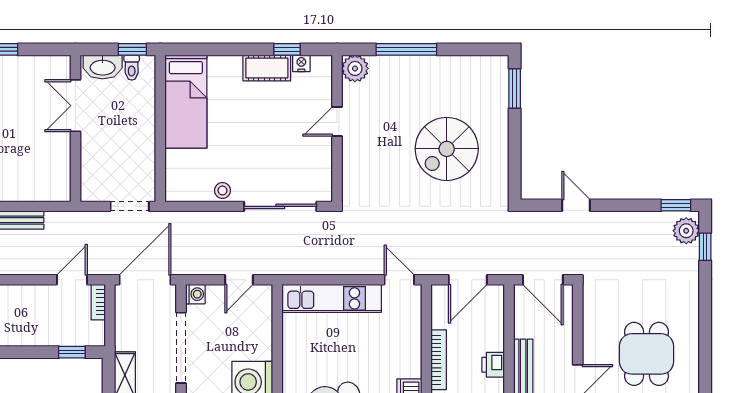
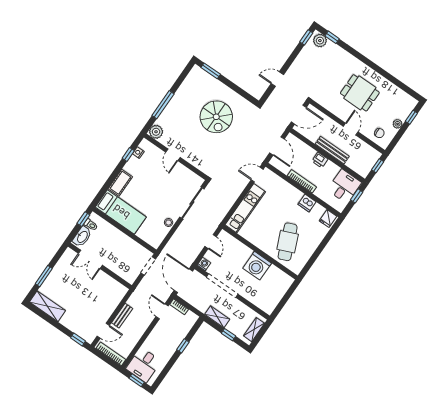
cot: (267, 68) -> (120, 183), moved
window: (72, 352) -> (183, 346), moved

